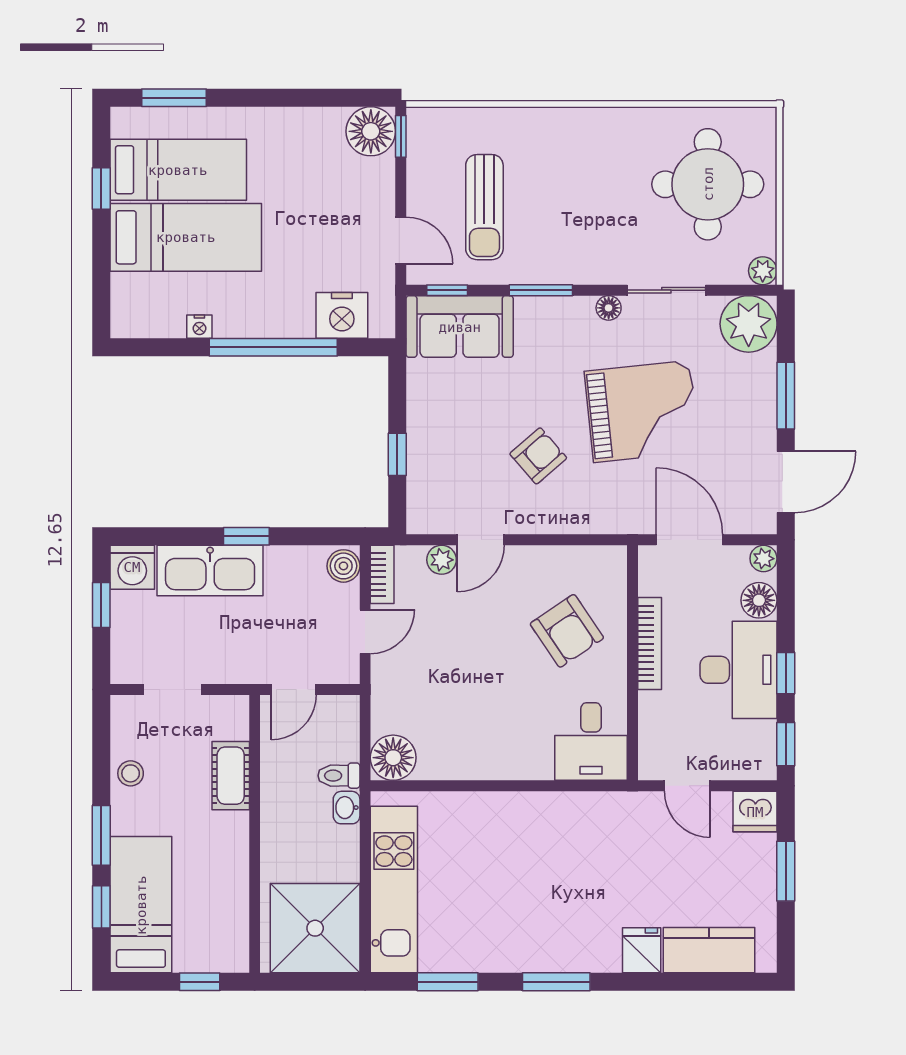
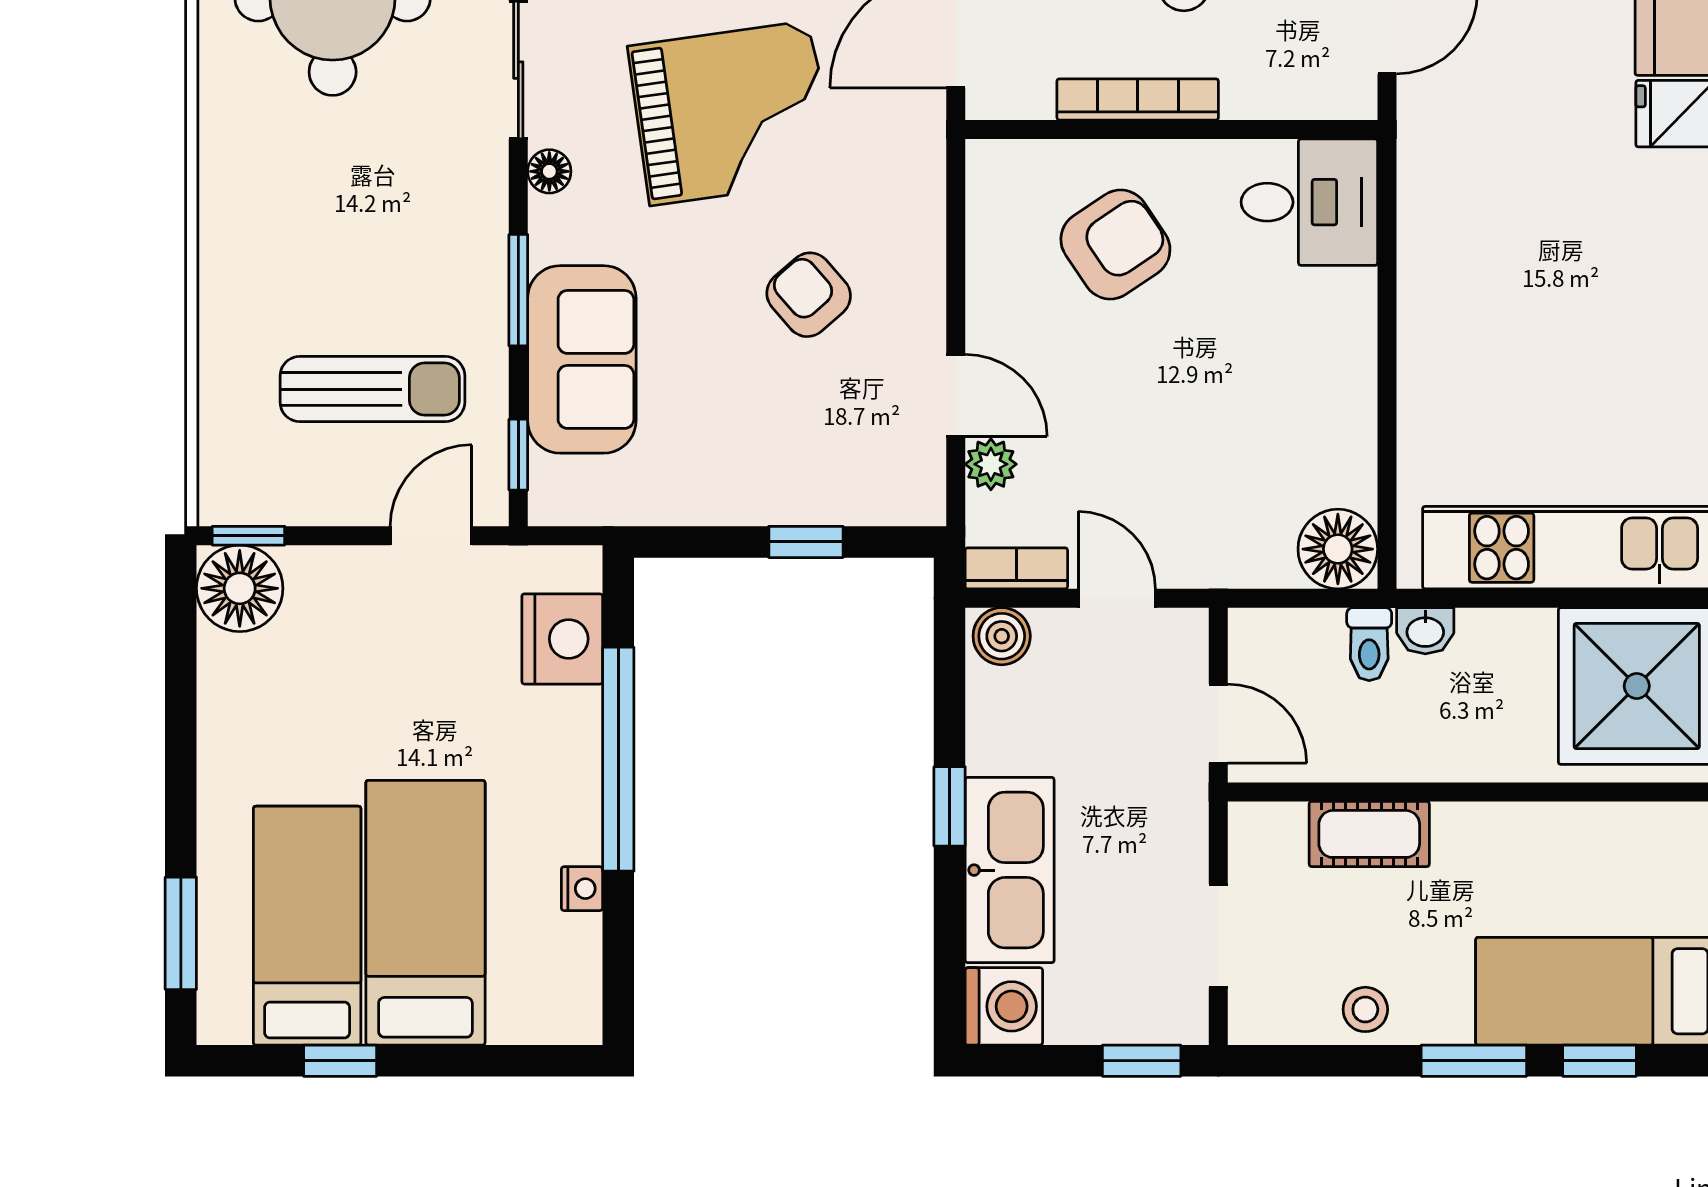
sofa: (460, 327) -> (582, 359), moved
grand piano: (642, 411) -> (731, 113), turned 88
window: (101, 605) -> (1142, 1061), moved

